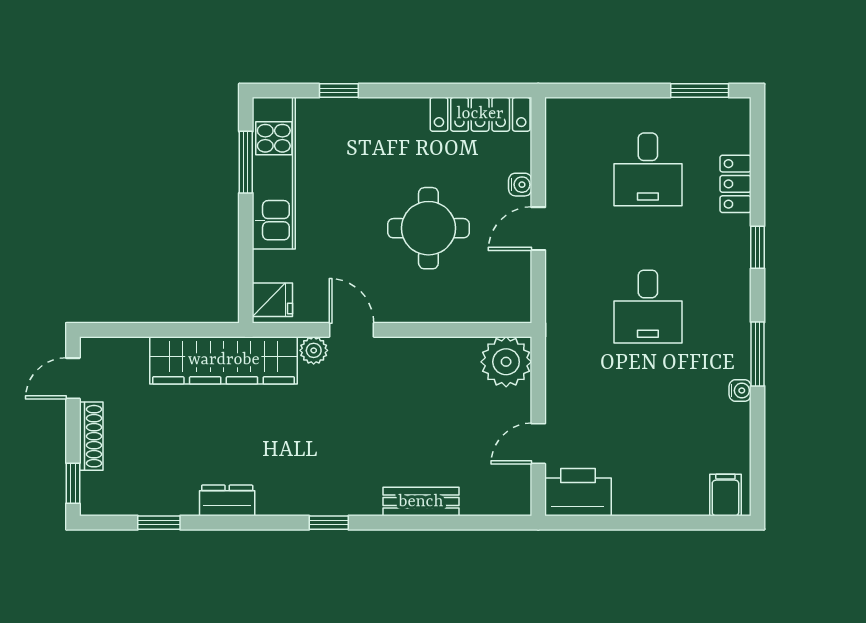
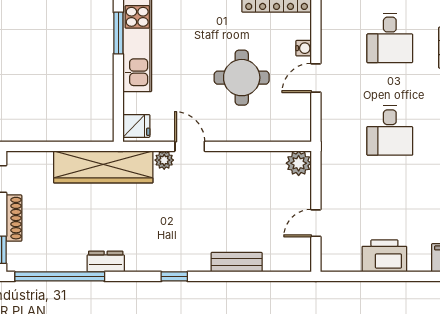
plant: (506, 362) -> (299, 163), width x0.73, depth x0.73
printer: (578, 492) -> (384, 256), moved
window: (159, 523) -> (60, 276), width x3.17

